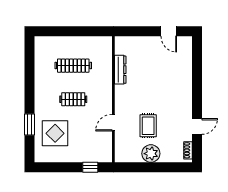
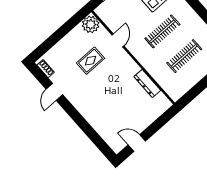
clothes rail: (73, 99) -> (162, 31), width x1.36
rug: (148, 126) -> (91, 61), turned 90
plant: (151, 154) -> (91, 24), moved

